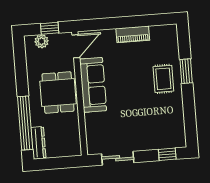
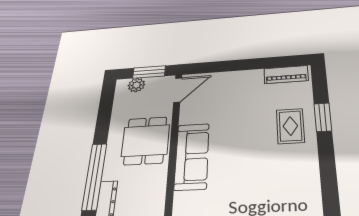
window: (50, 28) -> (149, 72), width x1.50
piano: (133, 34) -> (286, 75), moved
sofa: (93, 85) -> (192, 156), moved

